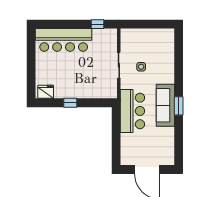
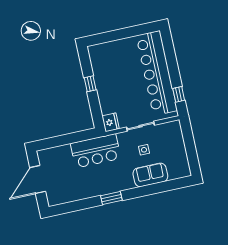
bar counter: (64, 40) -> (157, 73), width x1.36
fridge: (46, 92) -> (111, 122), moved
sofa: (165, 105) -> (150, 175), moved, width x0.73

